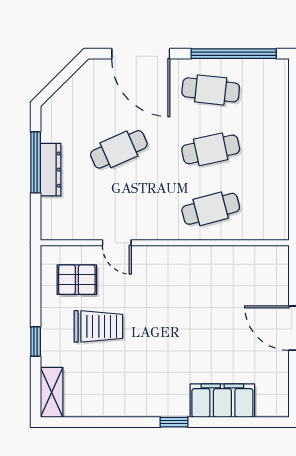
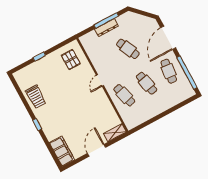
door: (117, 243) -> (100, 80), moved
trolley: (98, 326) -> (36, 97), moved
shelving: (52, 392) -> (115, 133), moved
filing cabinet: (222, 401) -> (62, 151), moved

